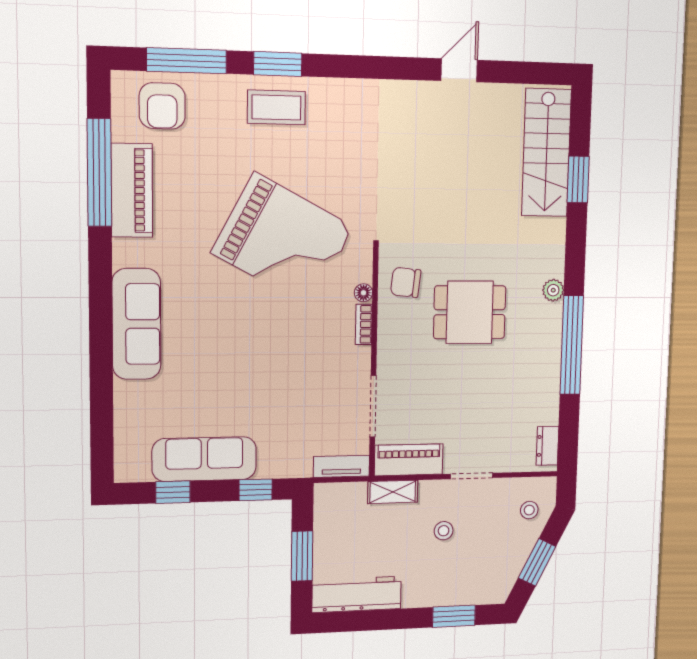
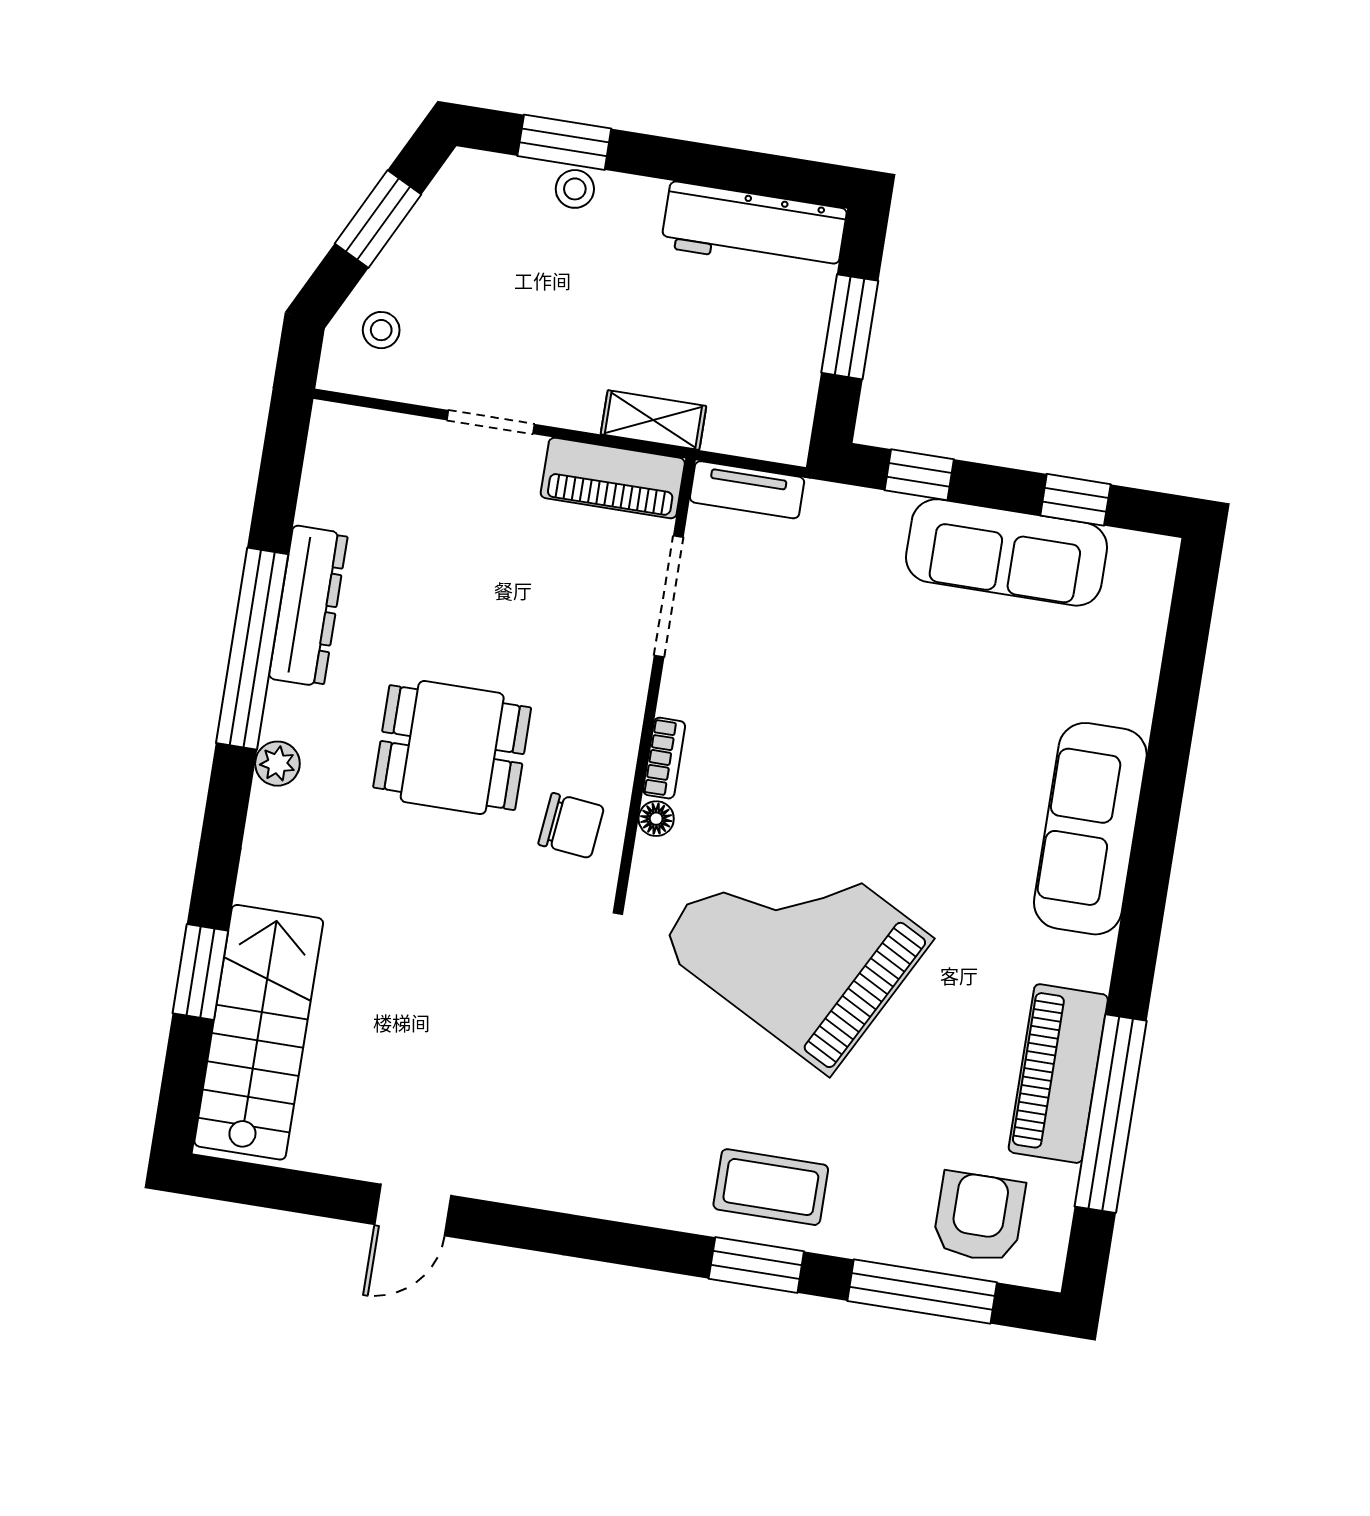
dresser: (547, 446) -> (308, 606), moved, width x1.96, depth x1.24
stool: (444, 531) -> (575, 189), moved

